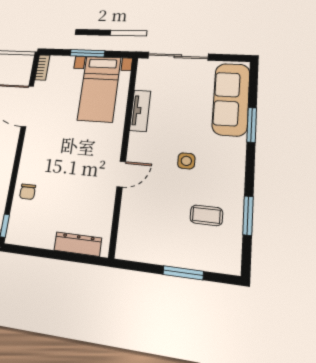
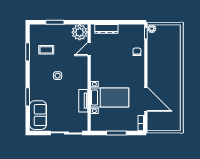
bed with nightstands: (99, 89) -> (110, 98), moved, turned 90
sofa: (231, 99) -> (38, 115), width x0.73
door: (121, 174) -> (89, 49), moved
plant: (132, 244) -> (80, 32), added

